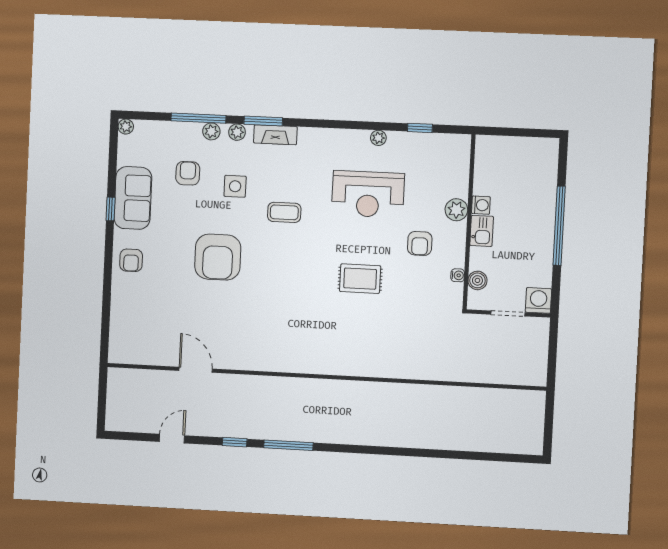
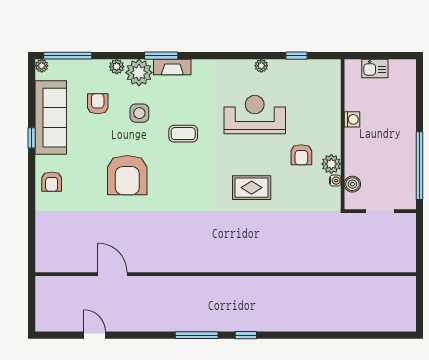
window: (198, 118) -> (68, 56), moved
plant: (237, 132) -> (139, 73), width x1.88, depth x1.88
reception desk: (368, 194) -> (255, 115), turned 180
sofa: (133, 198) -> (51, 118), width x1.36
plant: (456, 210) -> (331, 164), moved
window: (559, 226) -> (419, 166), moved
kitchen sink: (482, 231) -> (375, 69), moved, turned 90
washing machine: (538, 300) -> (405, 199), removed
door: (172, 439) -> (95, 335), hinge flipped
window: (235, 442) -> (246, 335), moved

